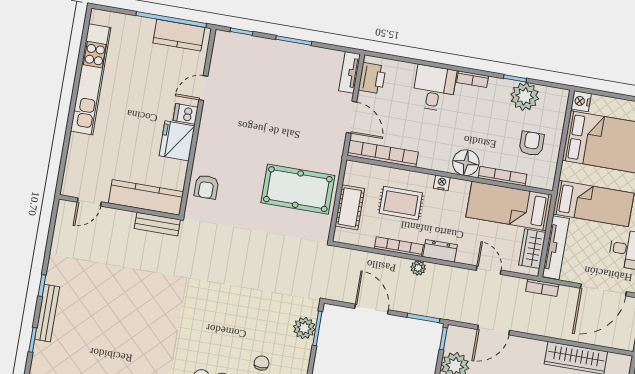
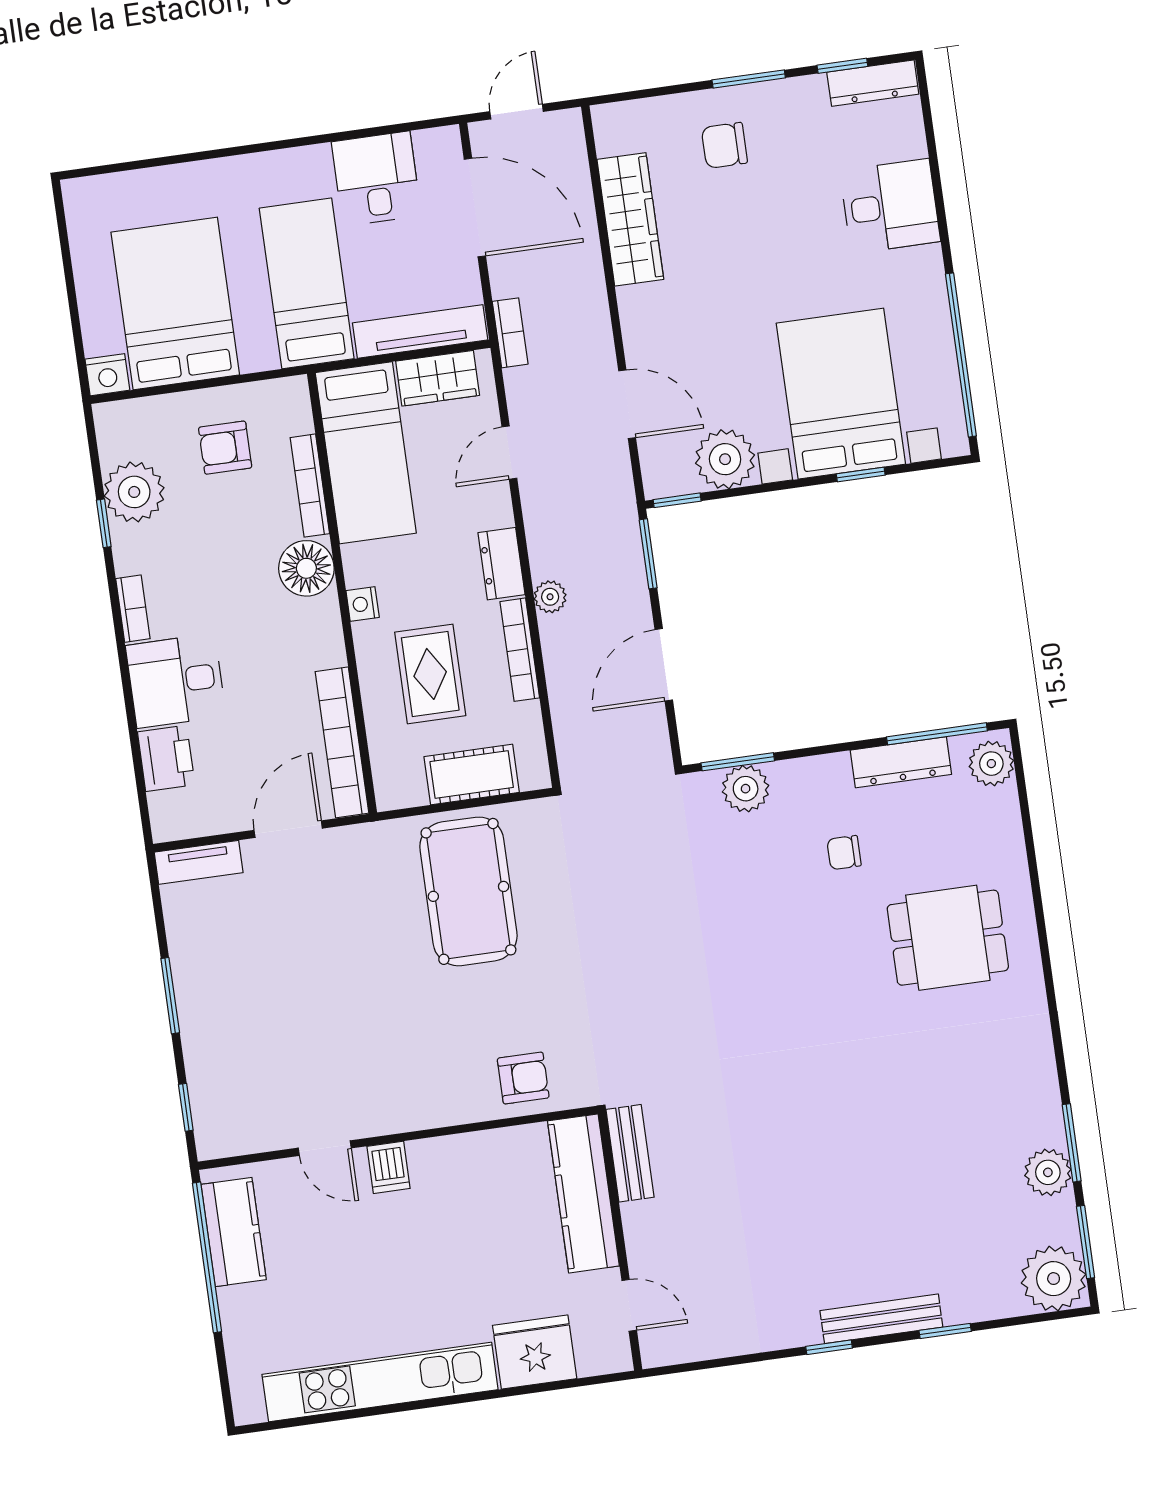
printer: (372, 78) -> (166, 758), moved, turned 90
fridge: (177, 141) -> (535, 1352), moved, turned 180

